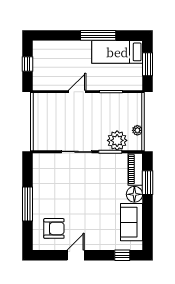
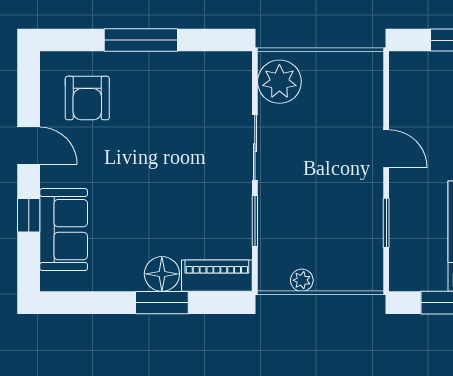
plant: (117, 140) -> (279, 82), moved
window: (148, 183) -> (162, 303), moved
sofa: (132, 222) -> (64, 230), moved, turned 90
window: (122, 255) -> (29, 215), moved

